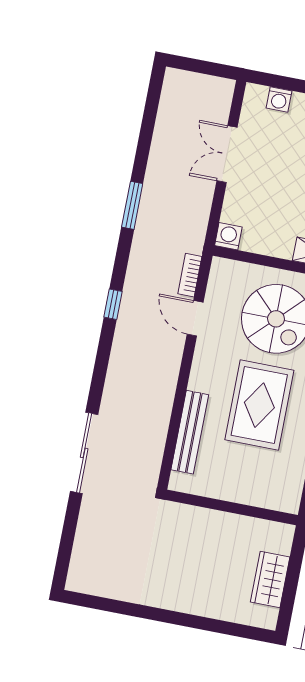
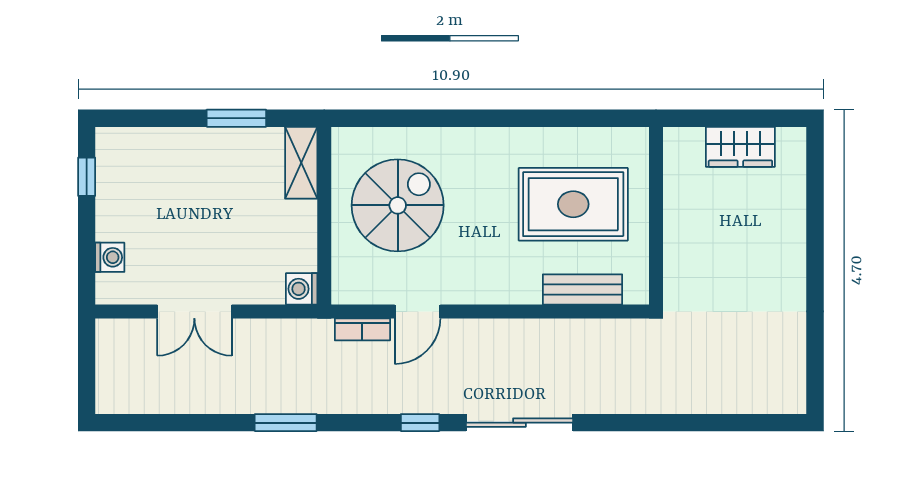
rug: (259, 405) -> (573, 204), moved
bench: (190, 432) -> (582, 289), width x0.73
sliding door: (84, 453) -> (519, 423), moved

